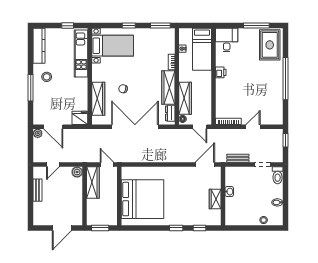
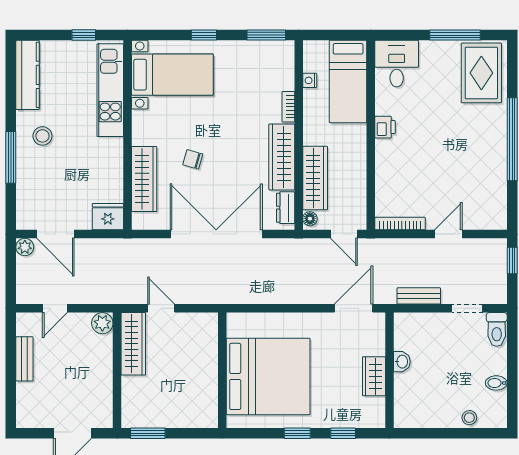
wall: (119, 196) -> (222, 370), moved
bed: (142, 199) -> (268, 376), moved

